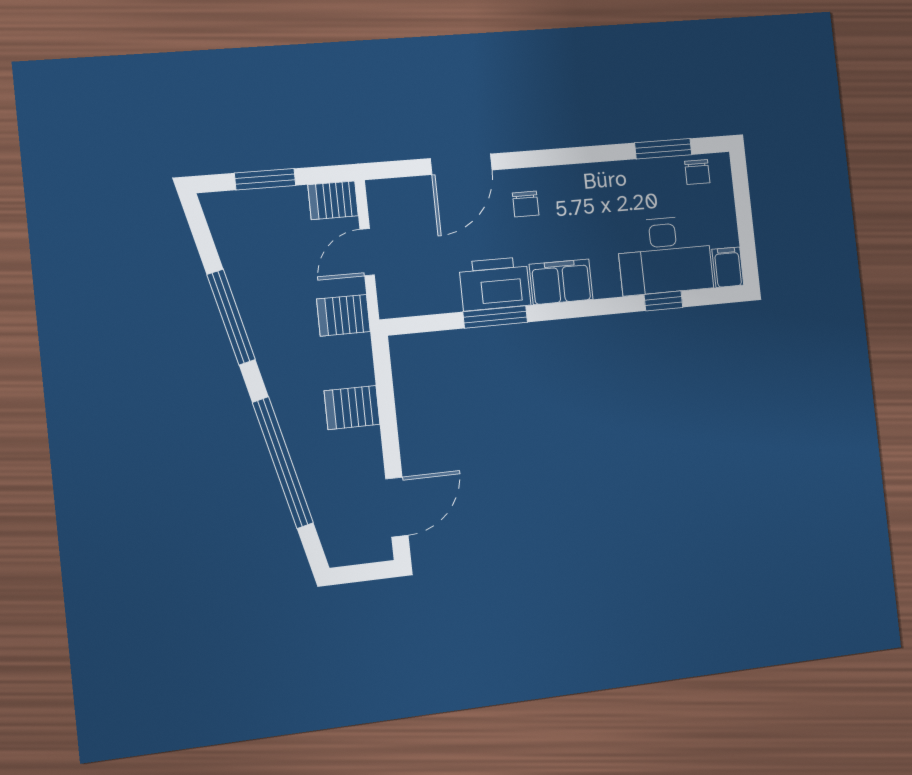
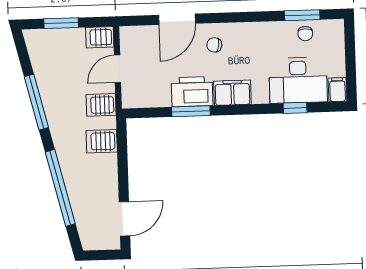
chair: (697, 172) -> (305, 34), moved
chair: (526, 204) -> (214, 45), turned 98
server rack: (352, 408) -> (102, 141), moved

